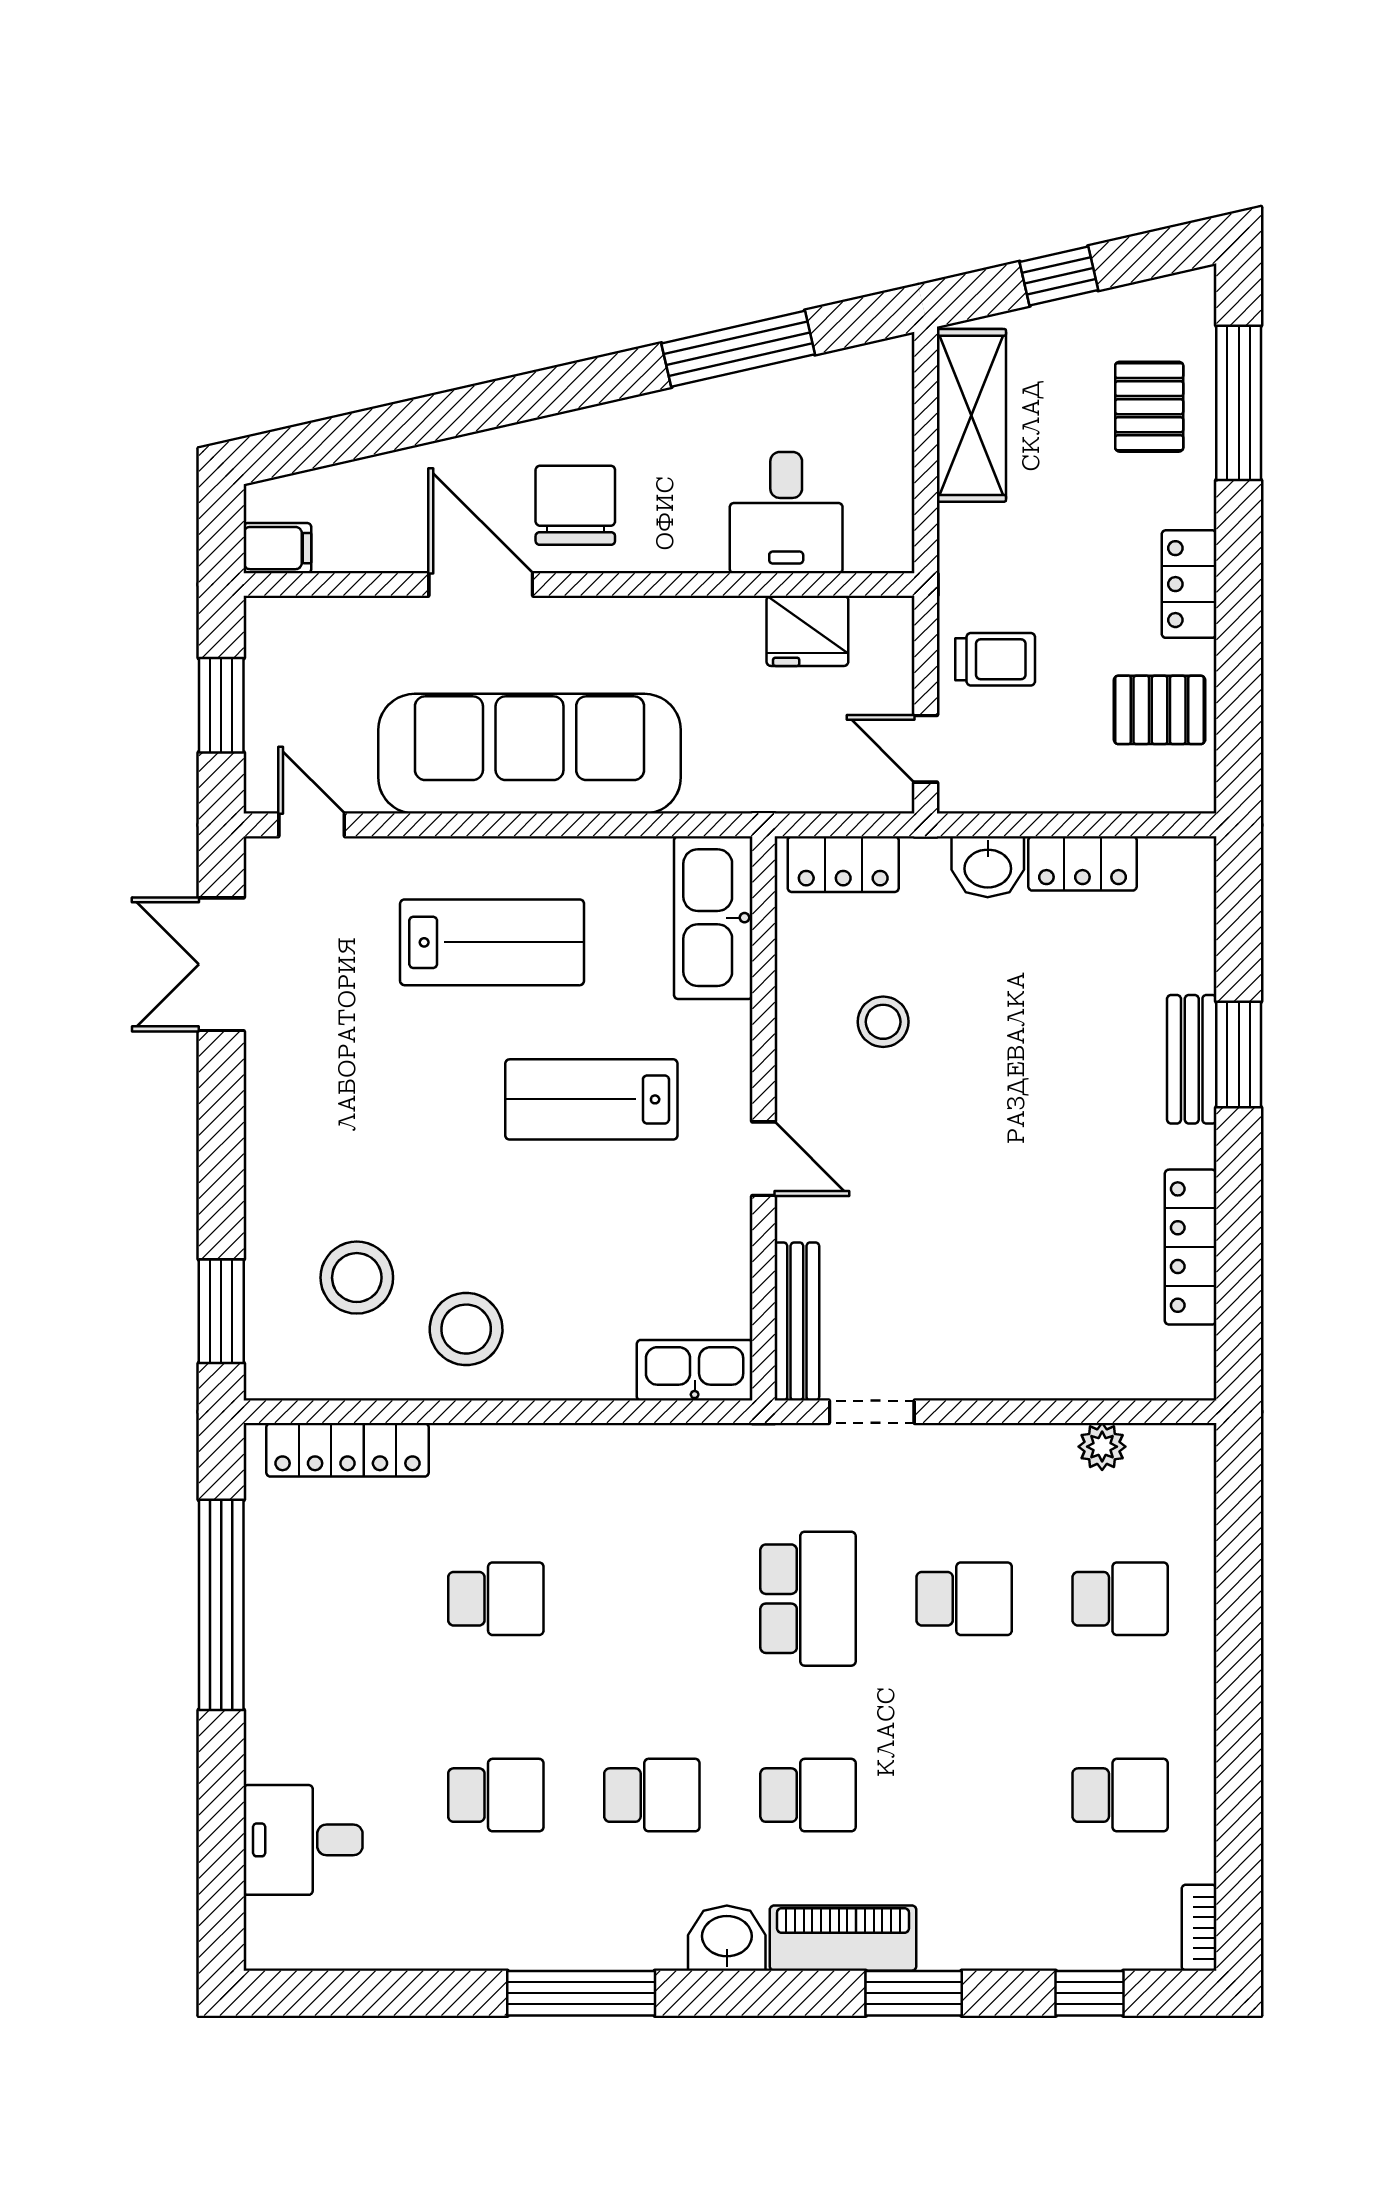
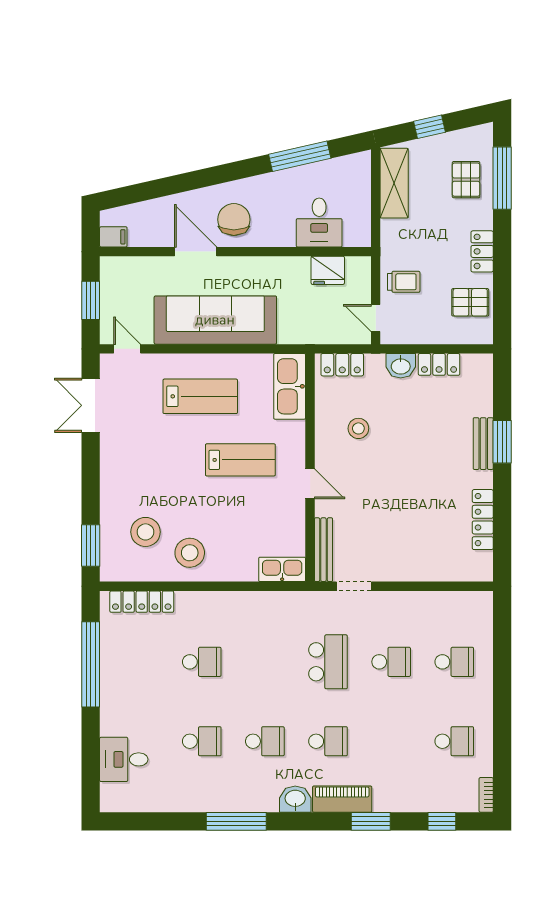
lab bench: (591, 1099) -> (240, 460), turned 180
plant: (1102, 1447) -> (447, 600), removed

